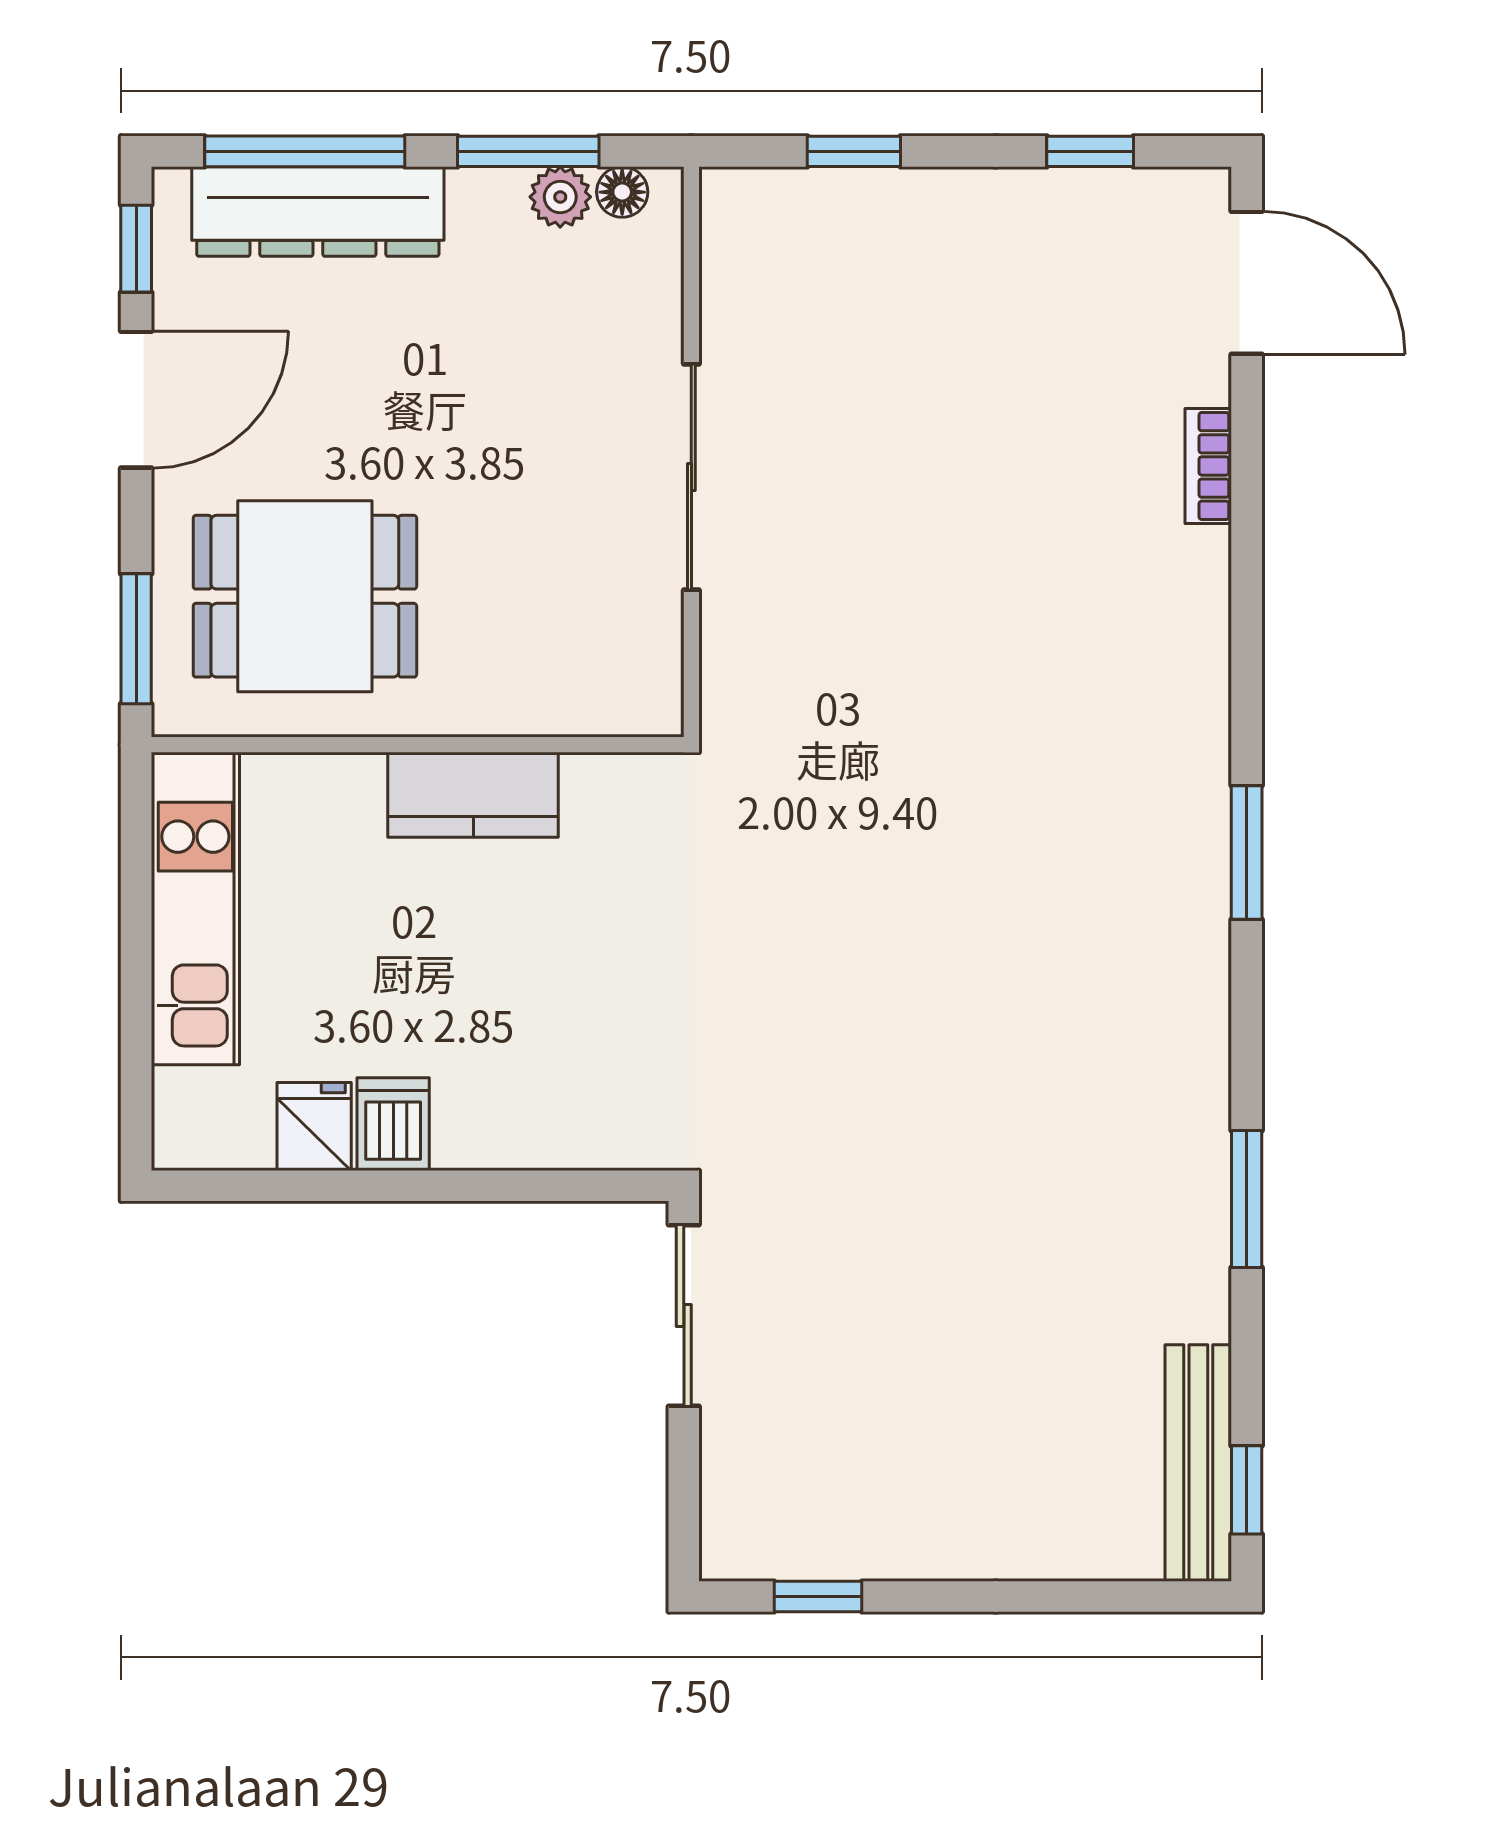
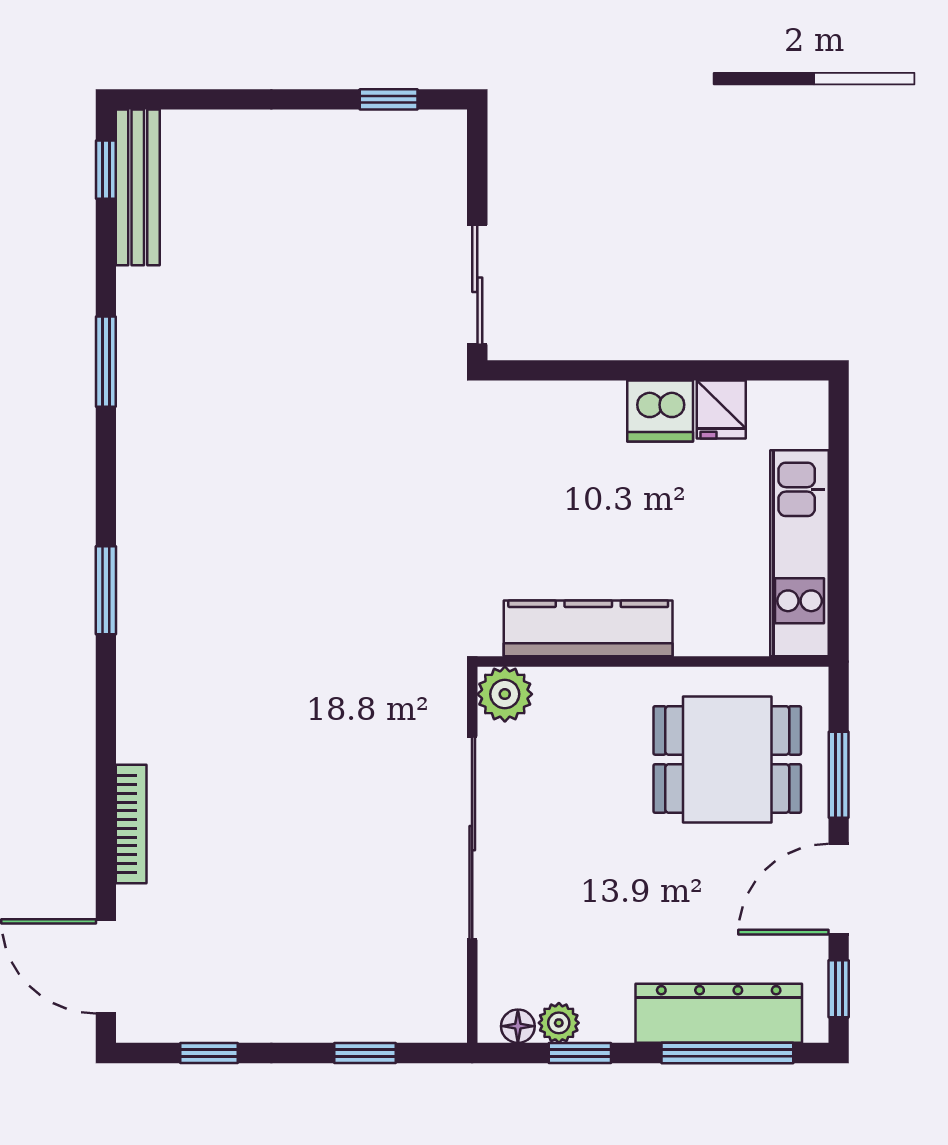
window: (528, 151) -> (580, 1053), width x0.67
bookcase: (1208, 466) -> (131, 824), width x1.56
sliding door: (691, 477) -> (472, 838), width x1.36
window: (136, 639) -> (839, 775), moved
plant: (642, 695) -> (505, 694), added
kitchen counter: (473, 795) -> (588, 628), width x1.50
dishwasher: (393, 1124) -> (660, 411), width x1.38

